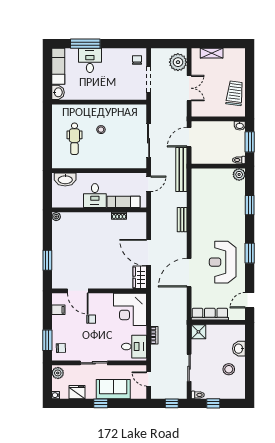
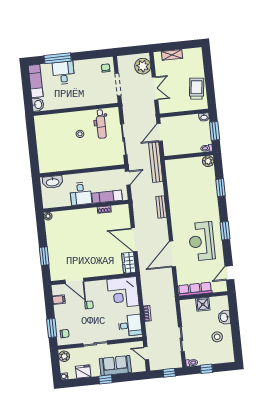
dental chair: (74, 139) -> (101, 124), moved
shower: (198, 332) -> (203, 304), moved

